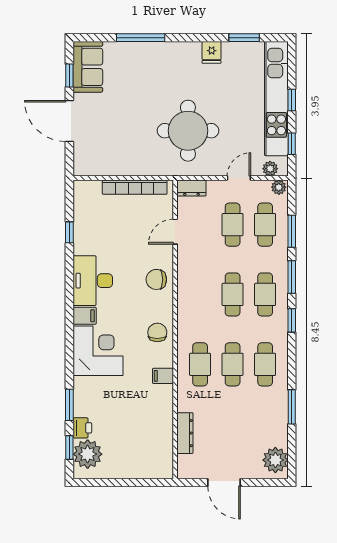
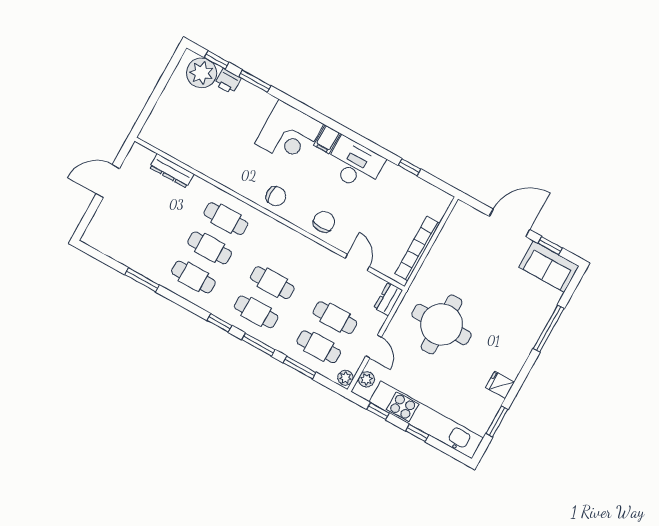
filing cabinet: (163, 376) -> (234, 180), removed
plant: (275, 460) -> (102, 238), removed

